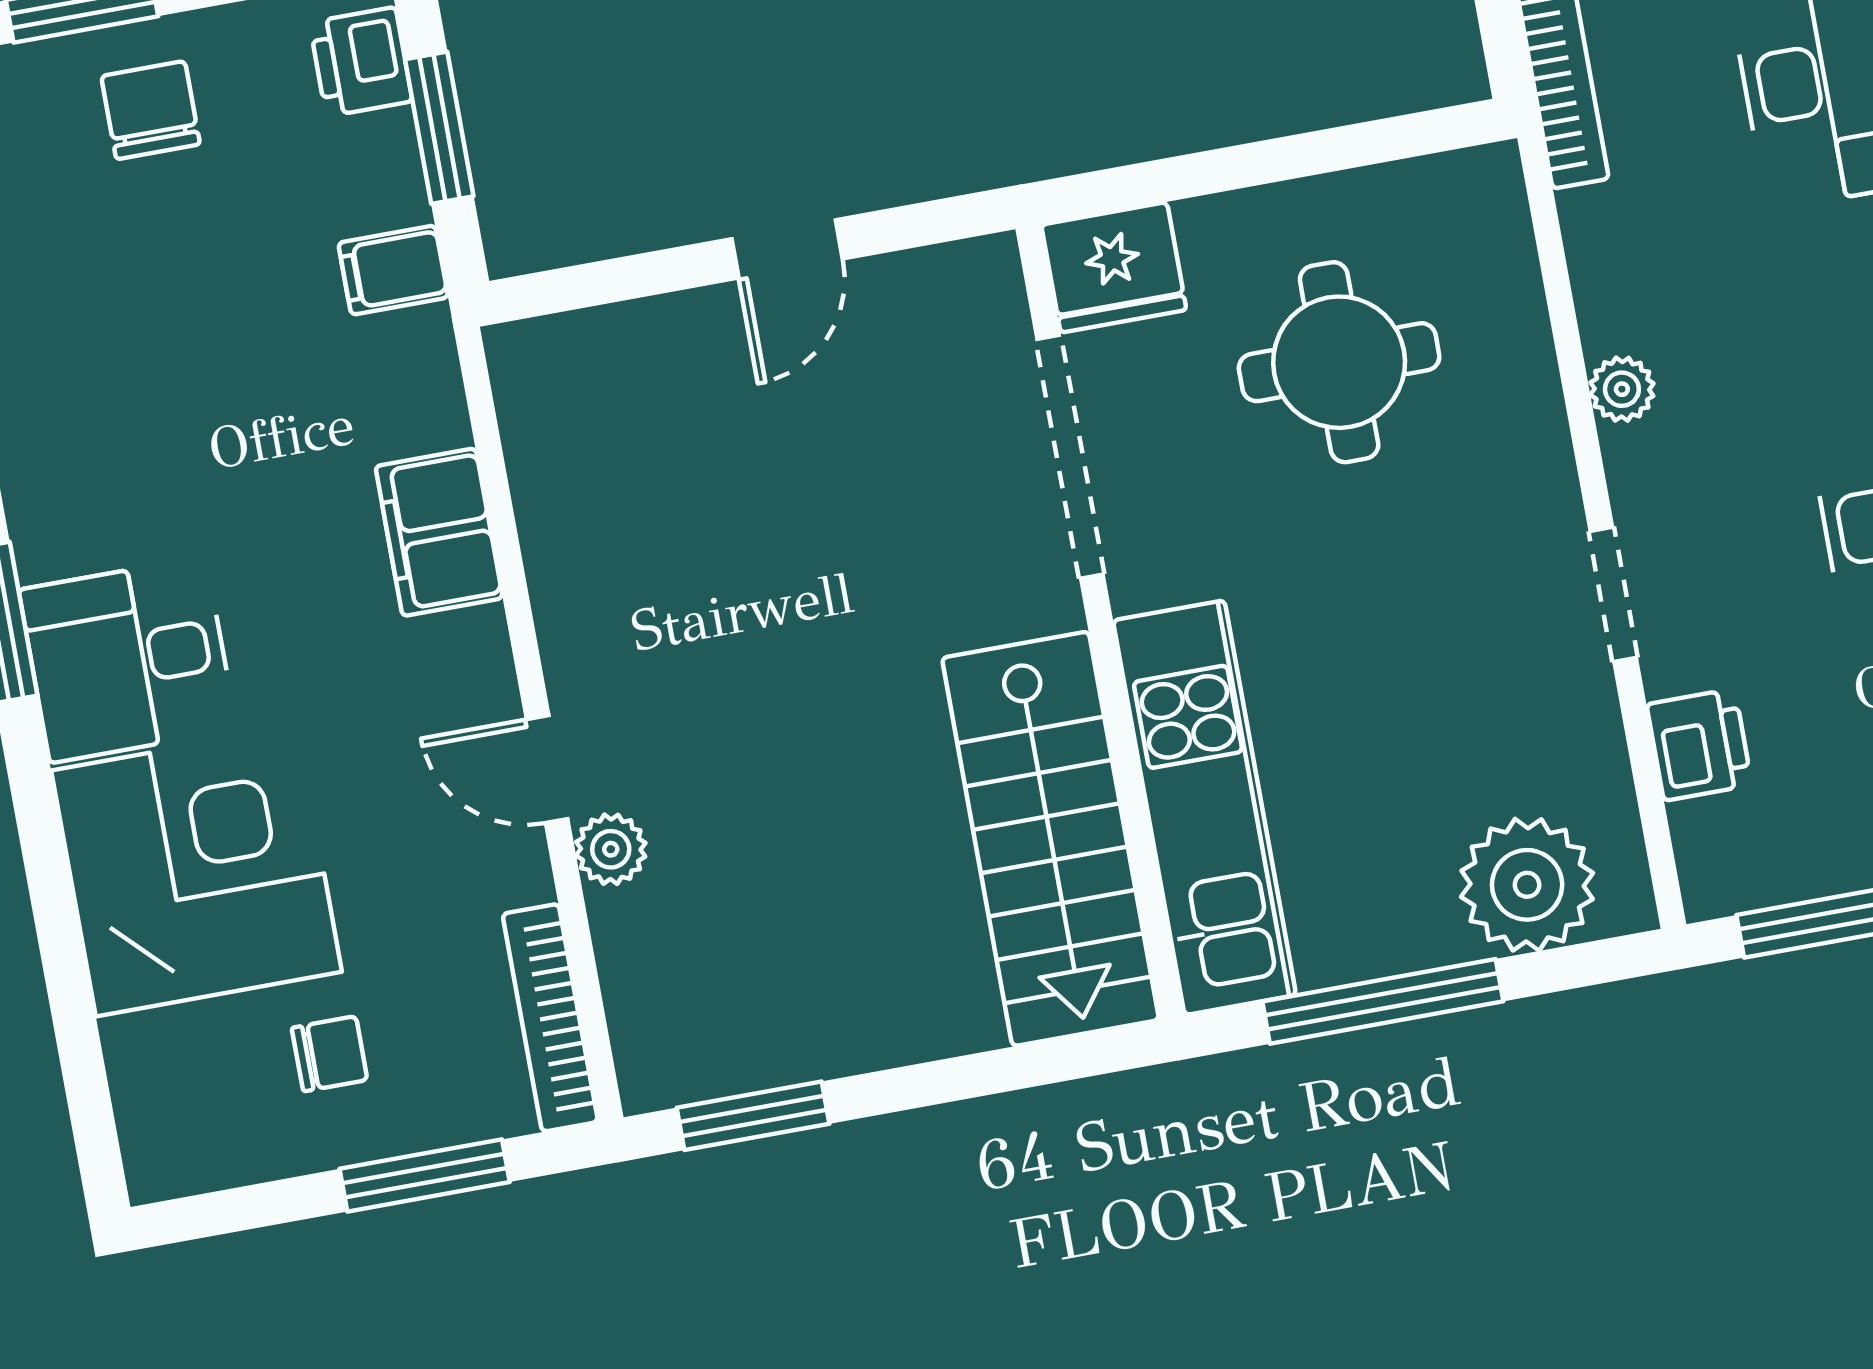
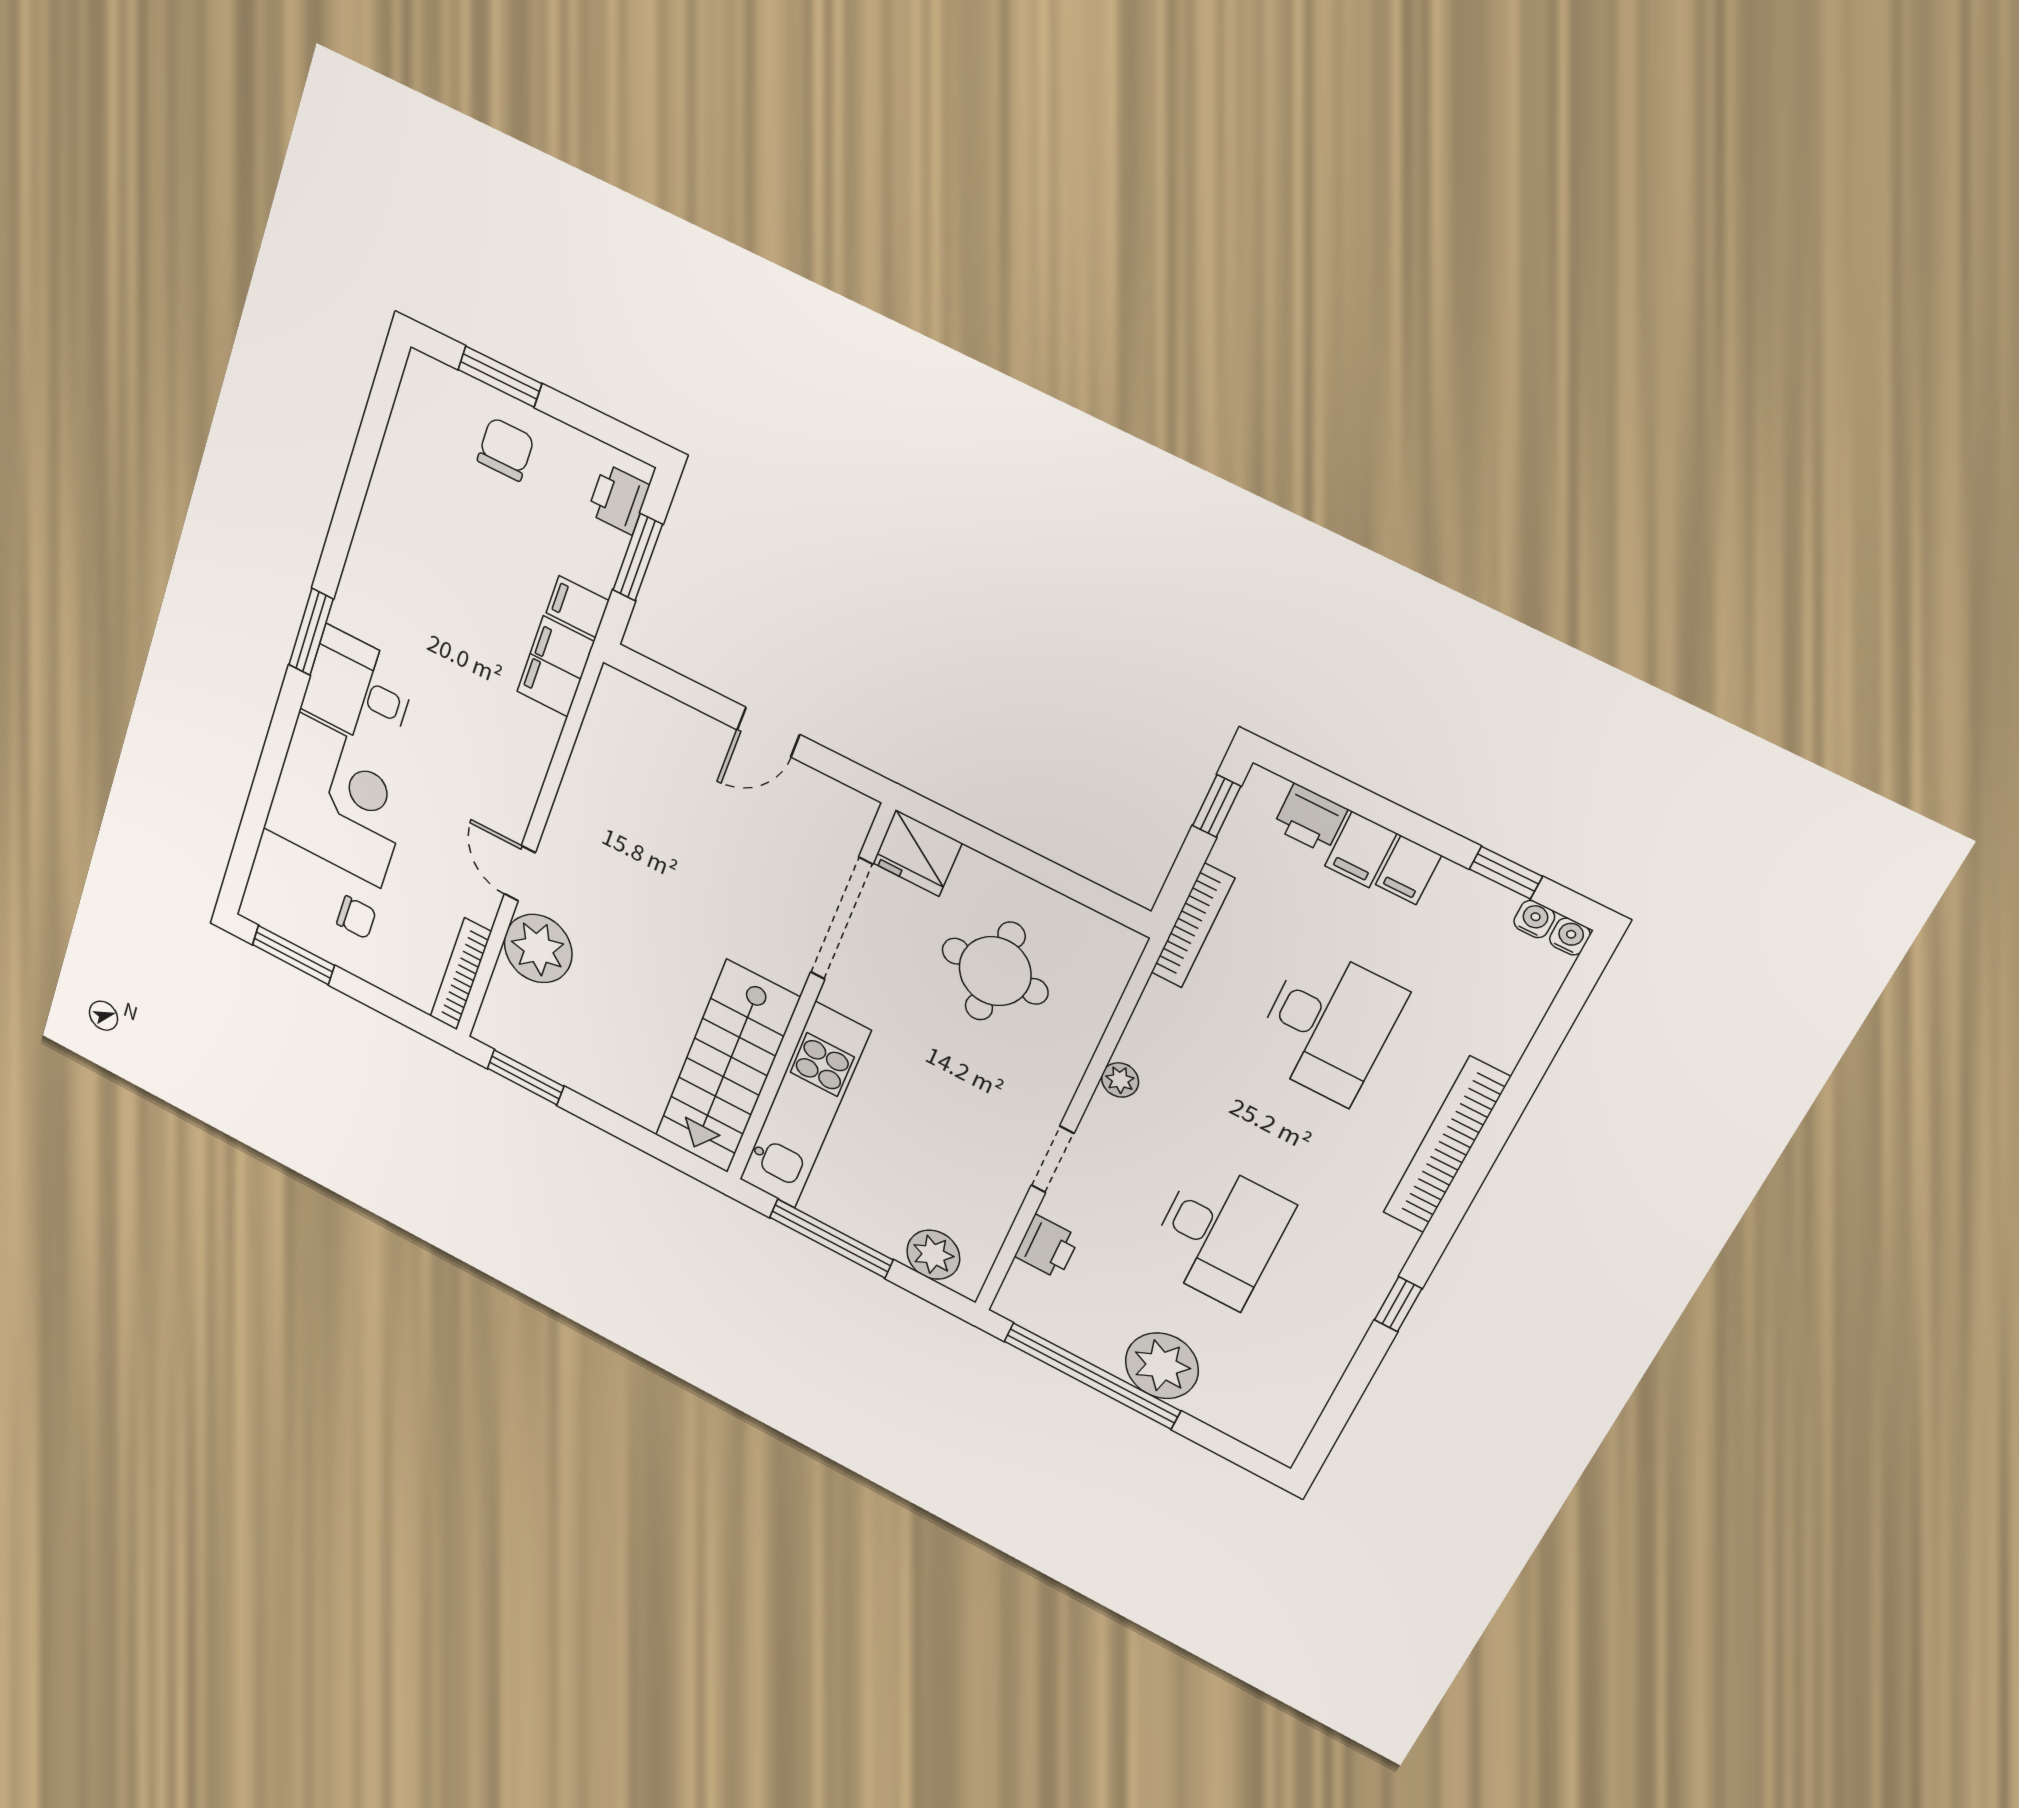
filing cabinet: (439, 532) -> (556, 667), moved
plant: (611, 849) -> (538, 949), width x1.87, depth x1.87
plant: (1527, 885) -> (933, 1255), width x0.73, depth x0.73
window: (425, 1175) -> (293, 955), moved

